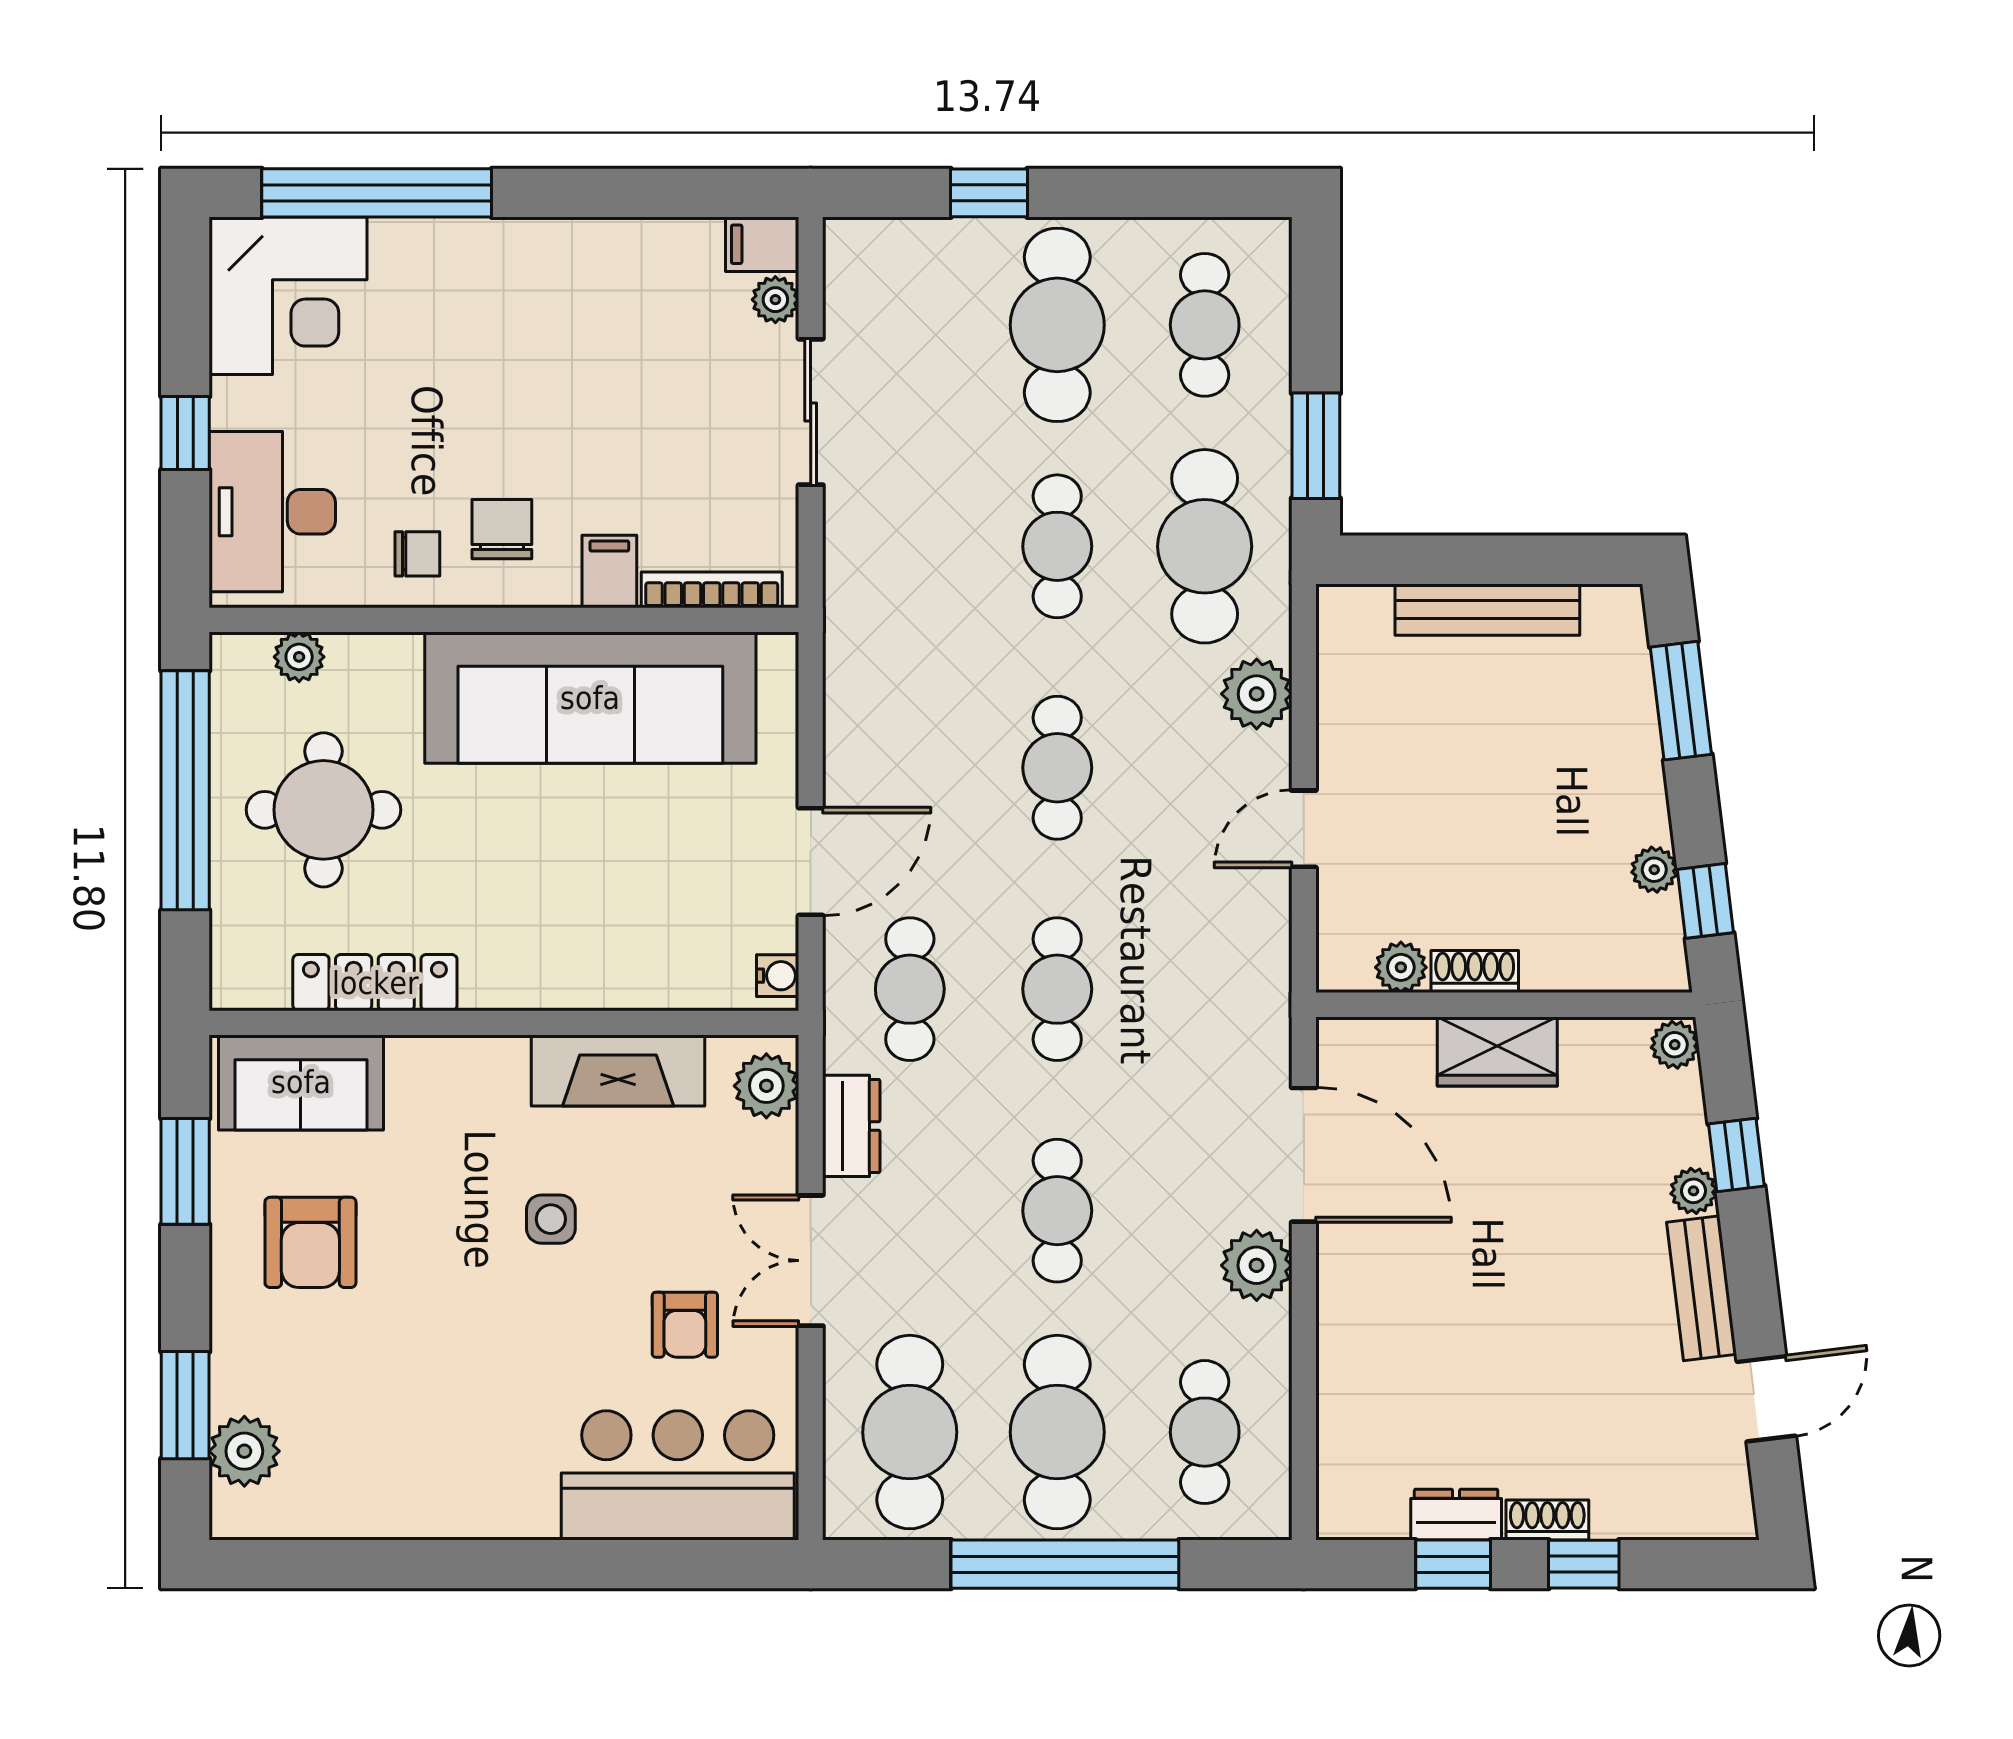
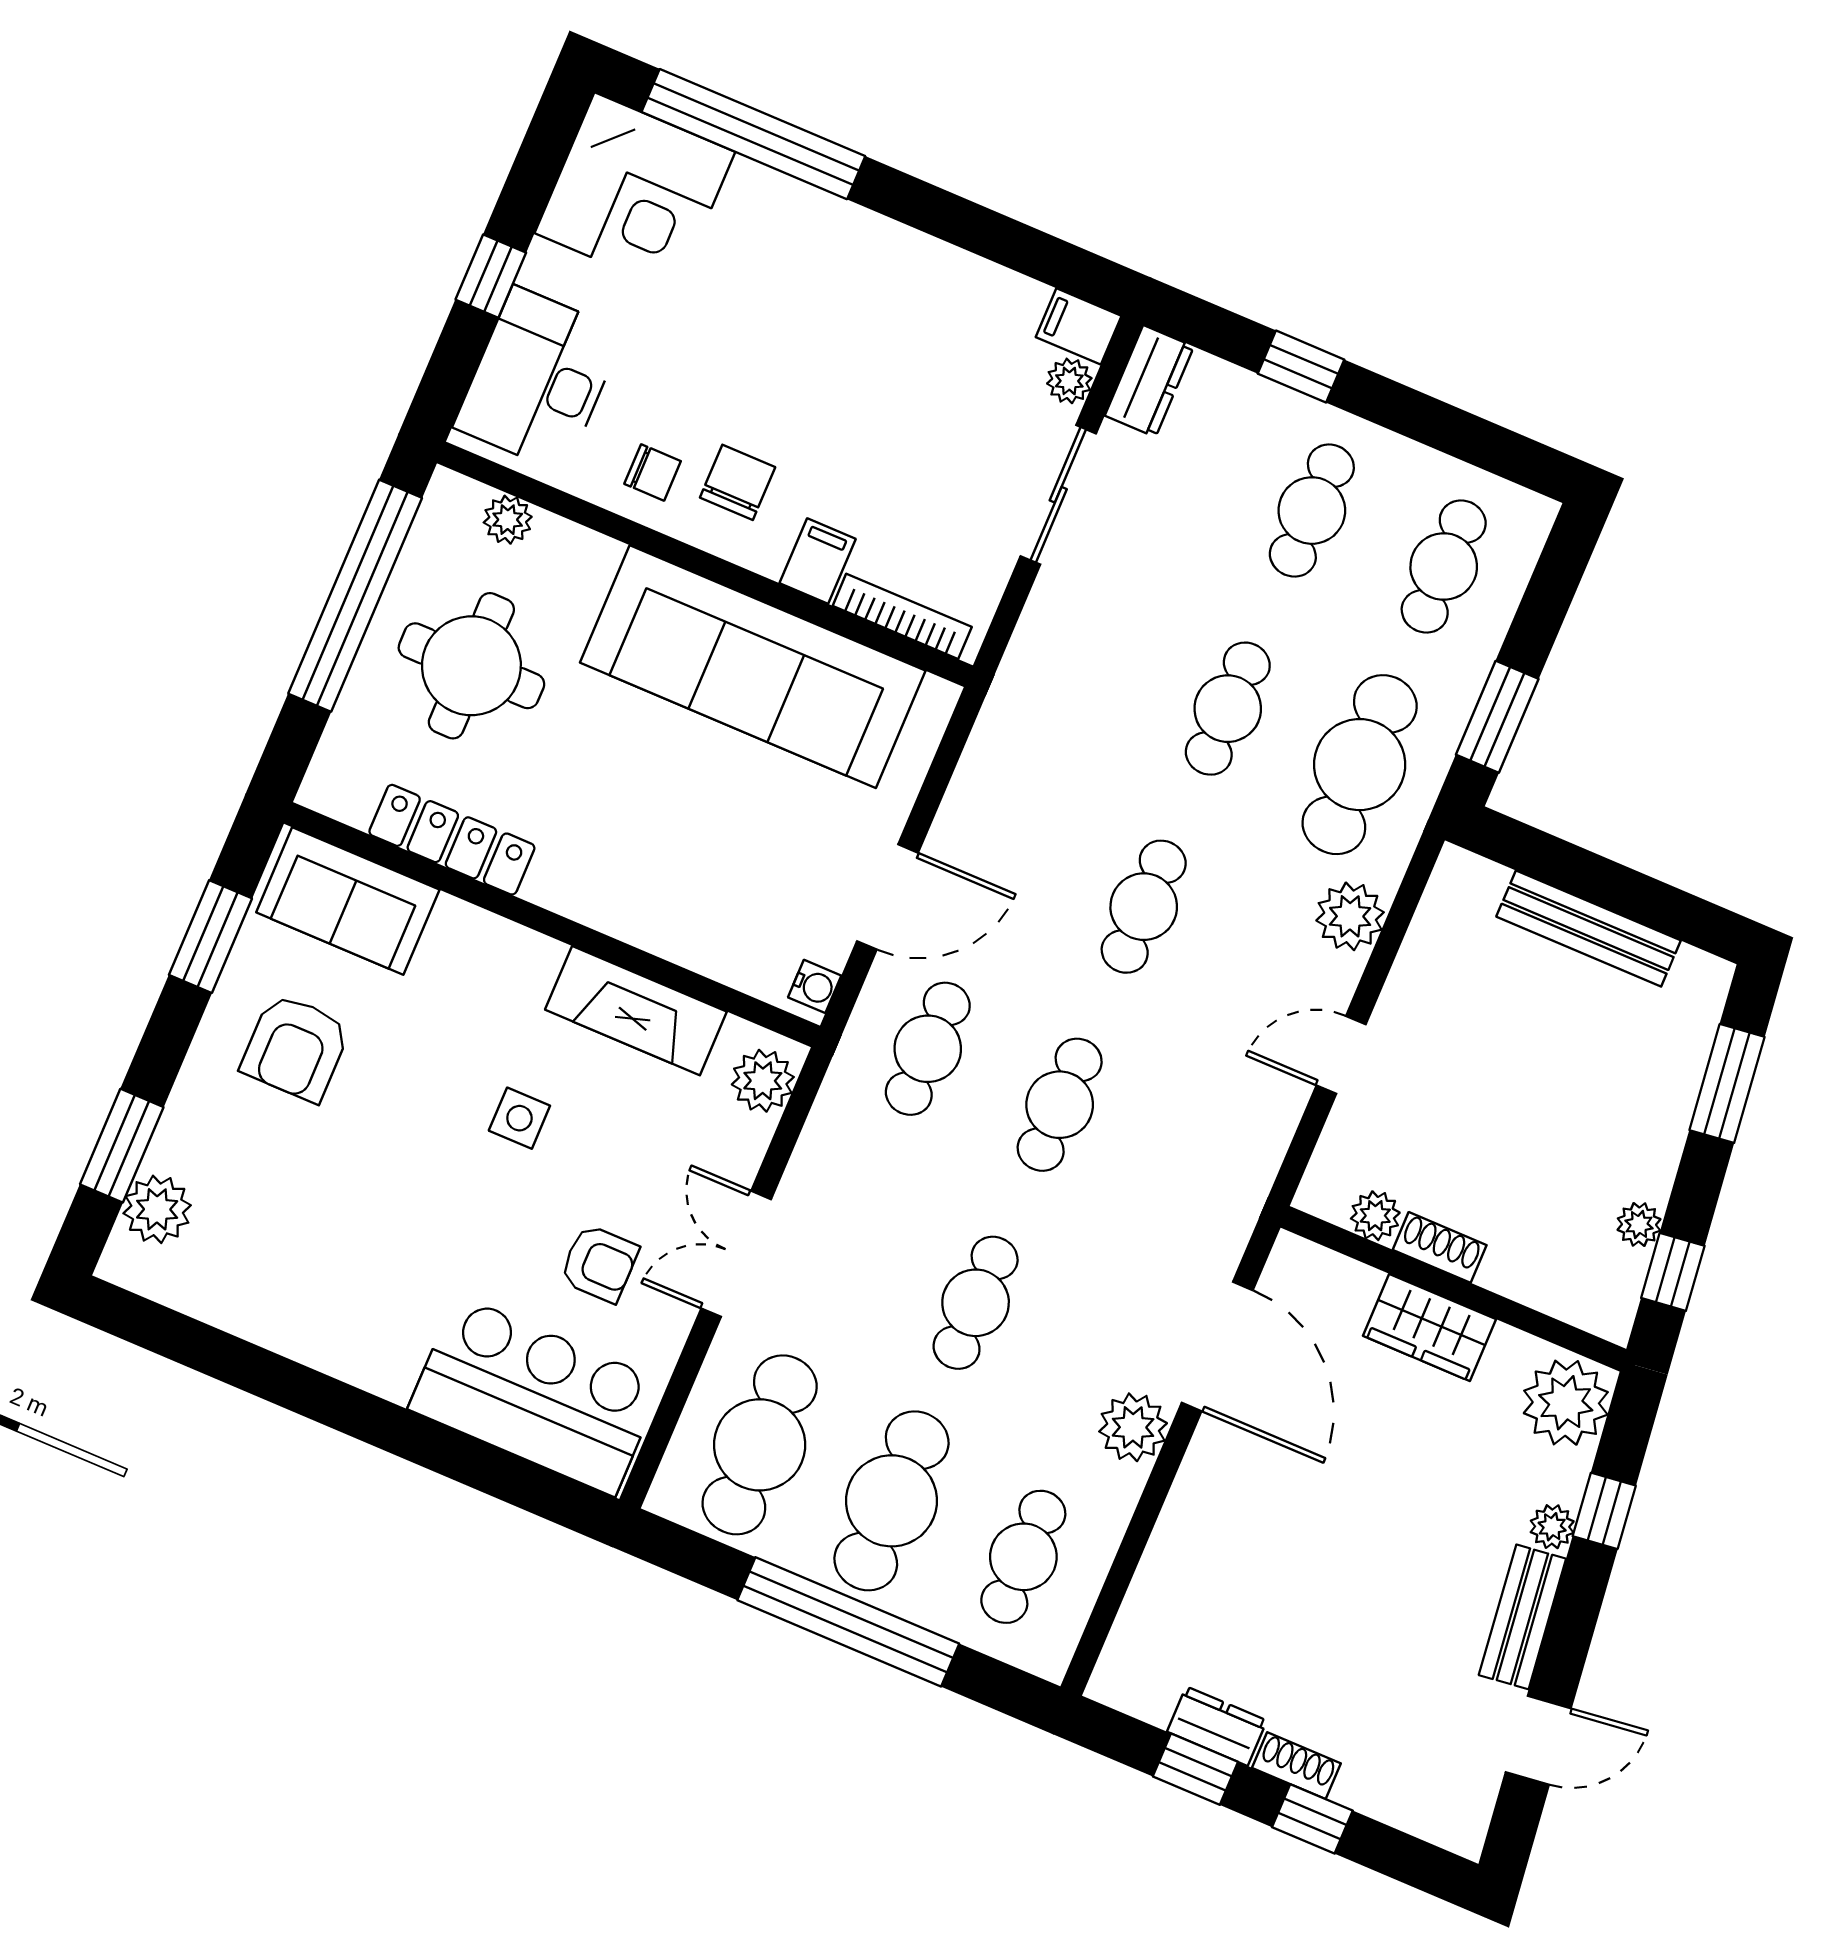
cafe table: (1057, 325) -> (1312, 511), width x0.73, depth x0.74
plant: (1675, 1045) -> (1566, 1403), width x1.88, depth x1.88
dresser: (851, 1126) -> (1149, 381), moved
armchair: (685, 1325) -> (599, 1263), turned -90

